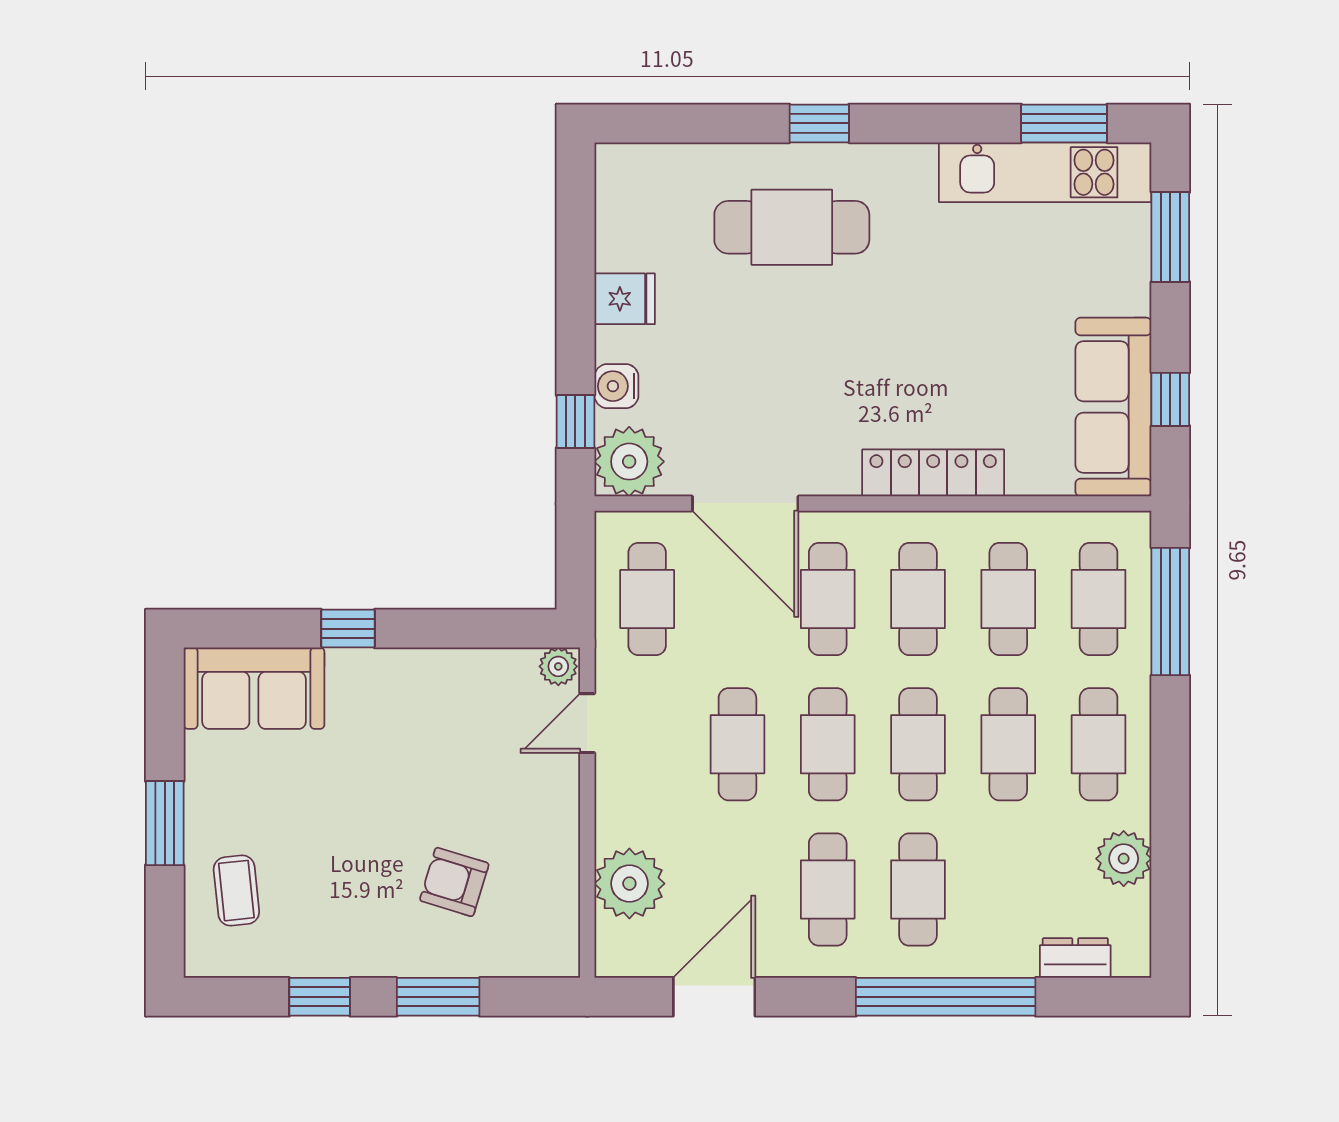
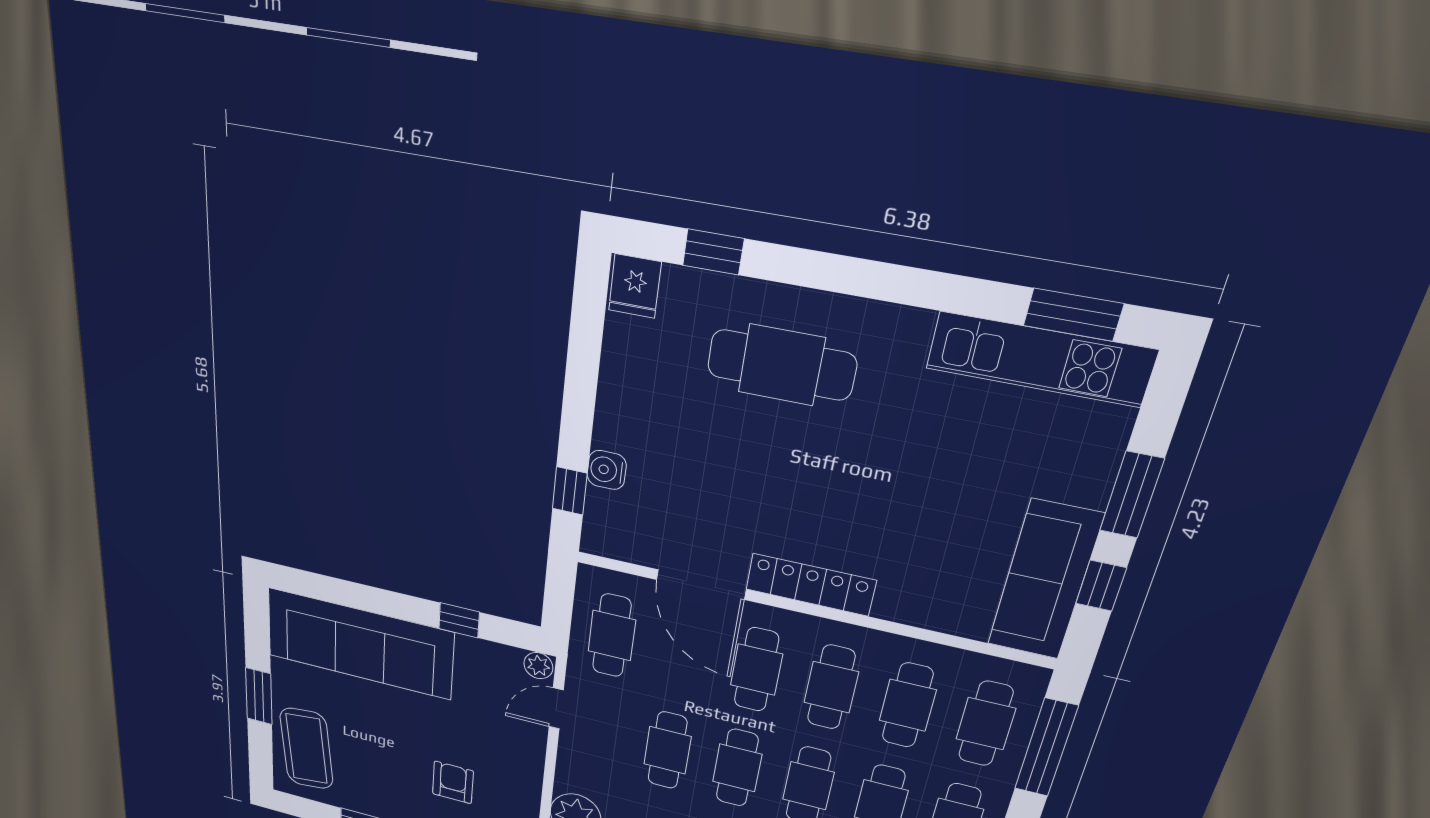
window: (819, 123) -> (713, 252), moved
window: (1170, 237) -> (1132, 495), moved
fridge: (625, 299) -> (635, 286), moved, turned 90
plant: (629, 462) -> (610, 531), removed
locker: (933, 473) -> (811, 585), moved
window: (348, 629) -> (459, 620), moved
sofa: (254, 688) -> (360, 644), width x1.85, depth x1.27
armchair: (454, 882) -> (453, 782), turned 73
coffee table: (236, 891) -> (307, 749), width x1.86, depth x1.72

